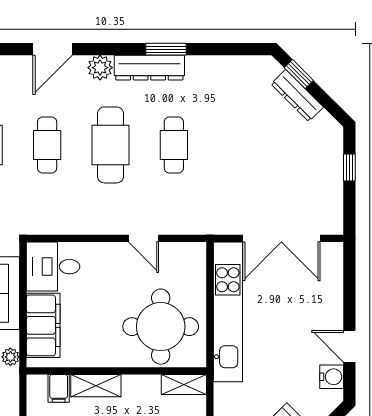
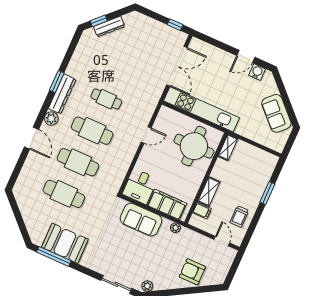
cafe table: (47, 145) -> (78, 162), width x1.37, depth x1.35
window: (349, 168) -> (175, 25), moved

